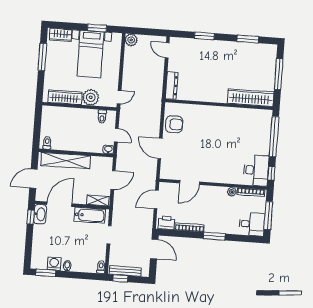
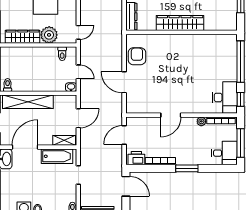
wardrobe: (251, 98) -> (180, 23), moved
armchair: (174, 124) -> (137, 56), turned -90
door: (190, 183) -> (171, 115), moved

